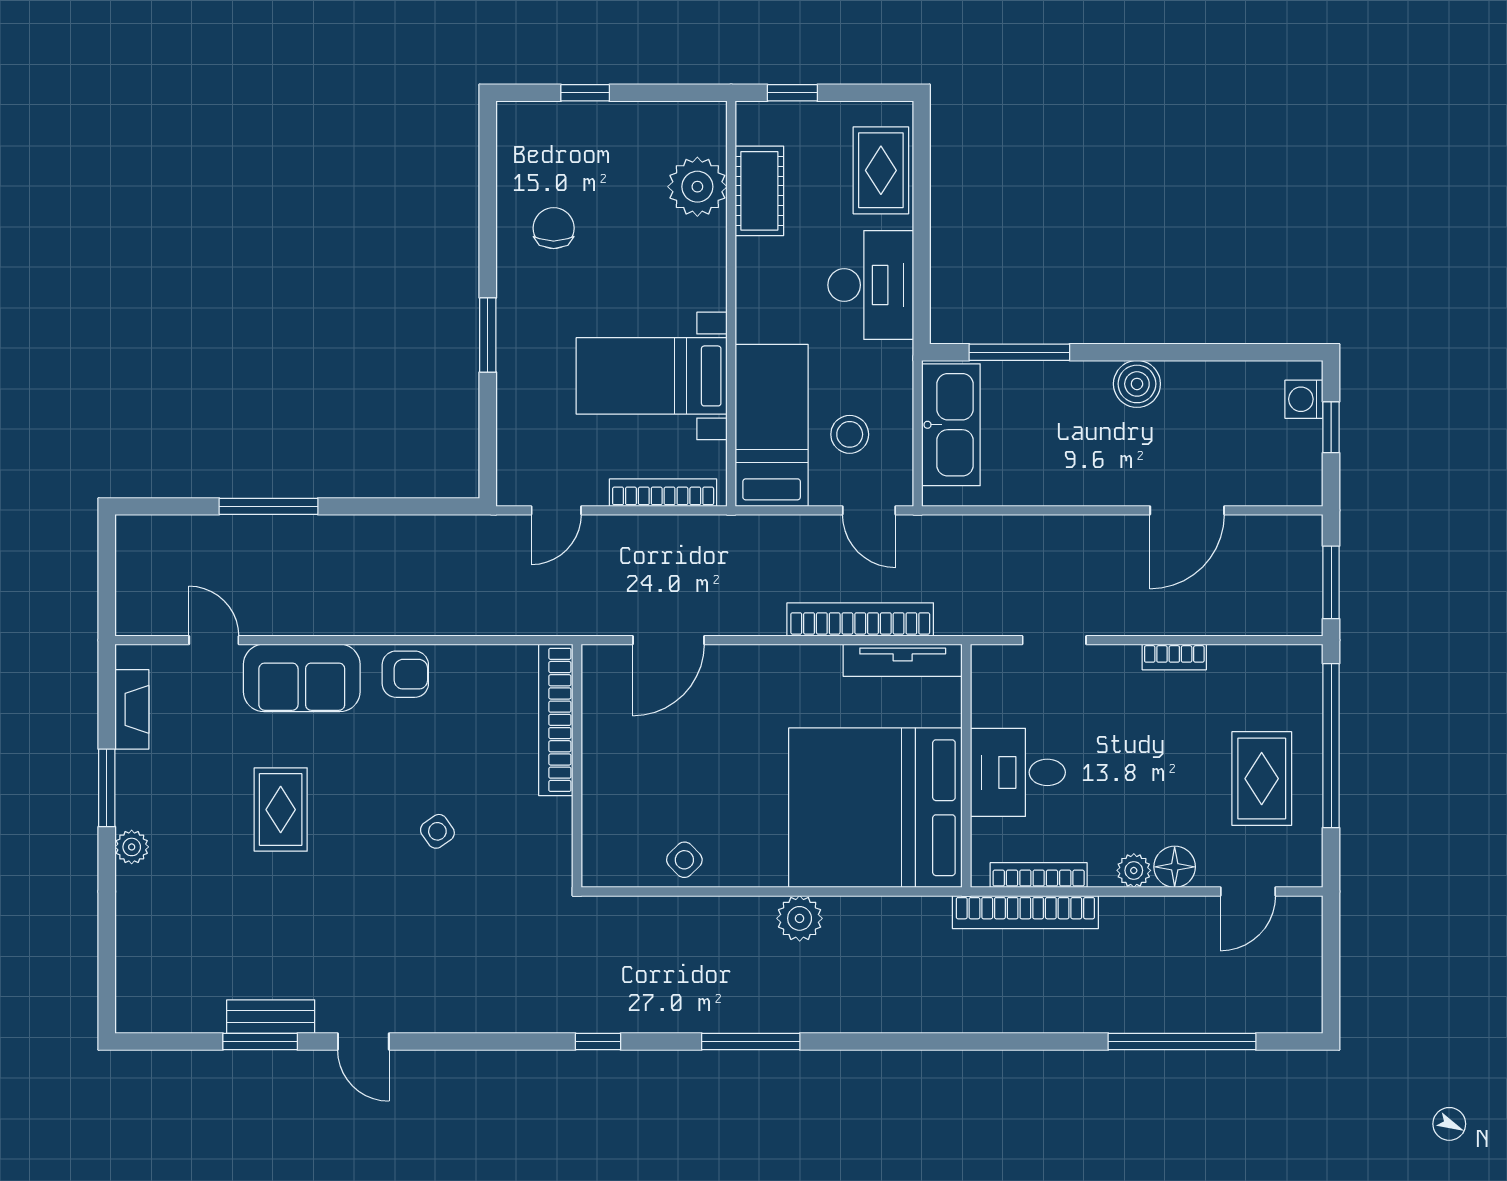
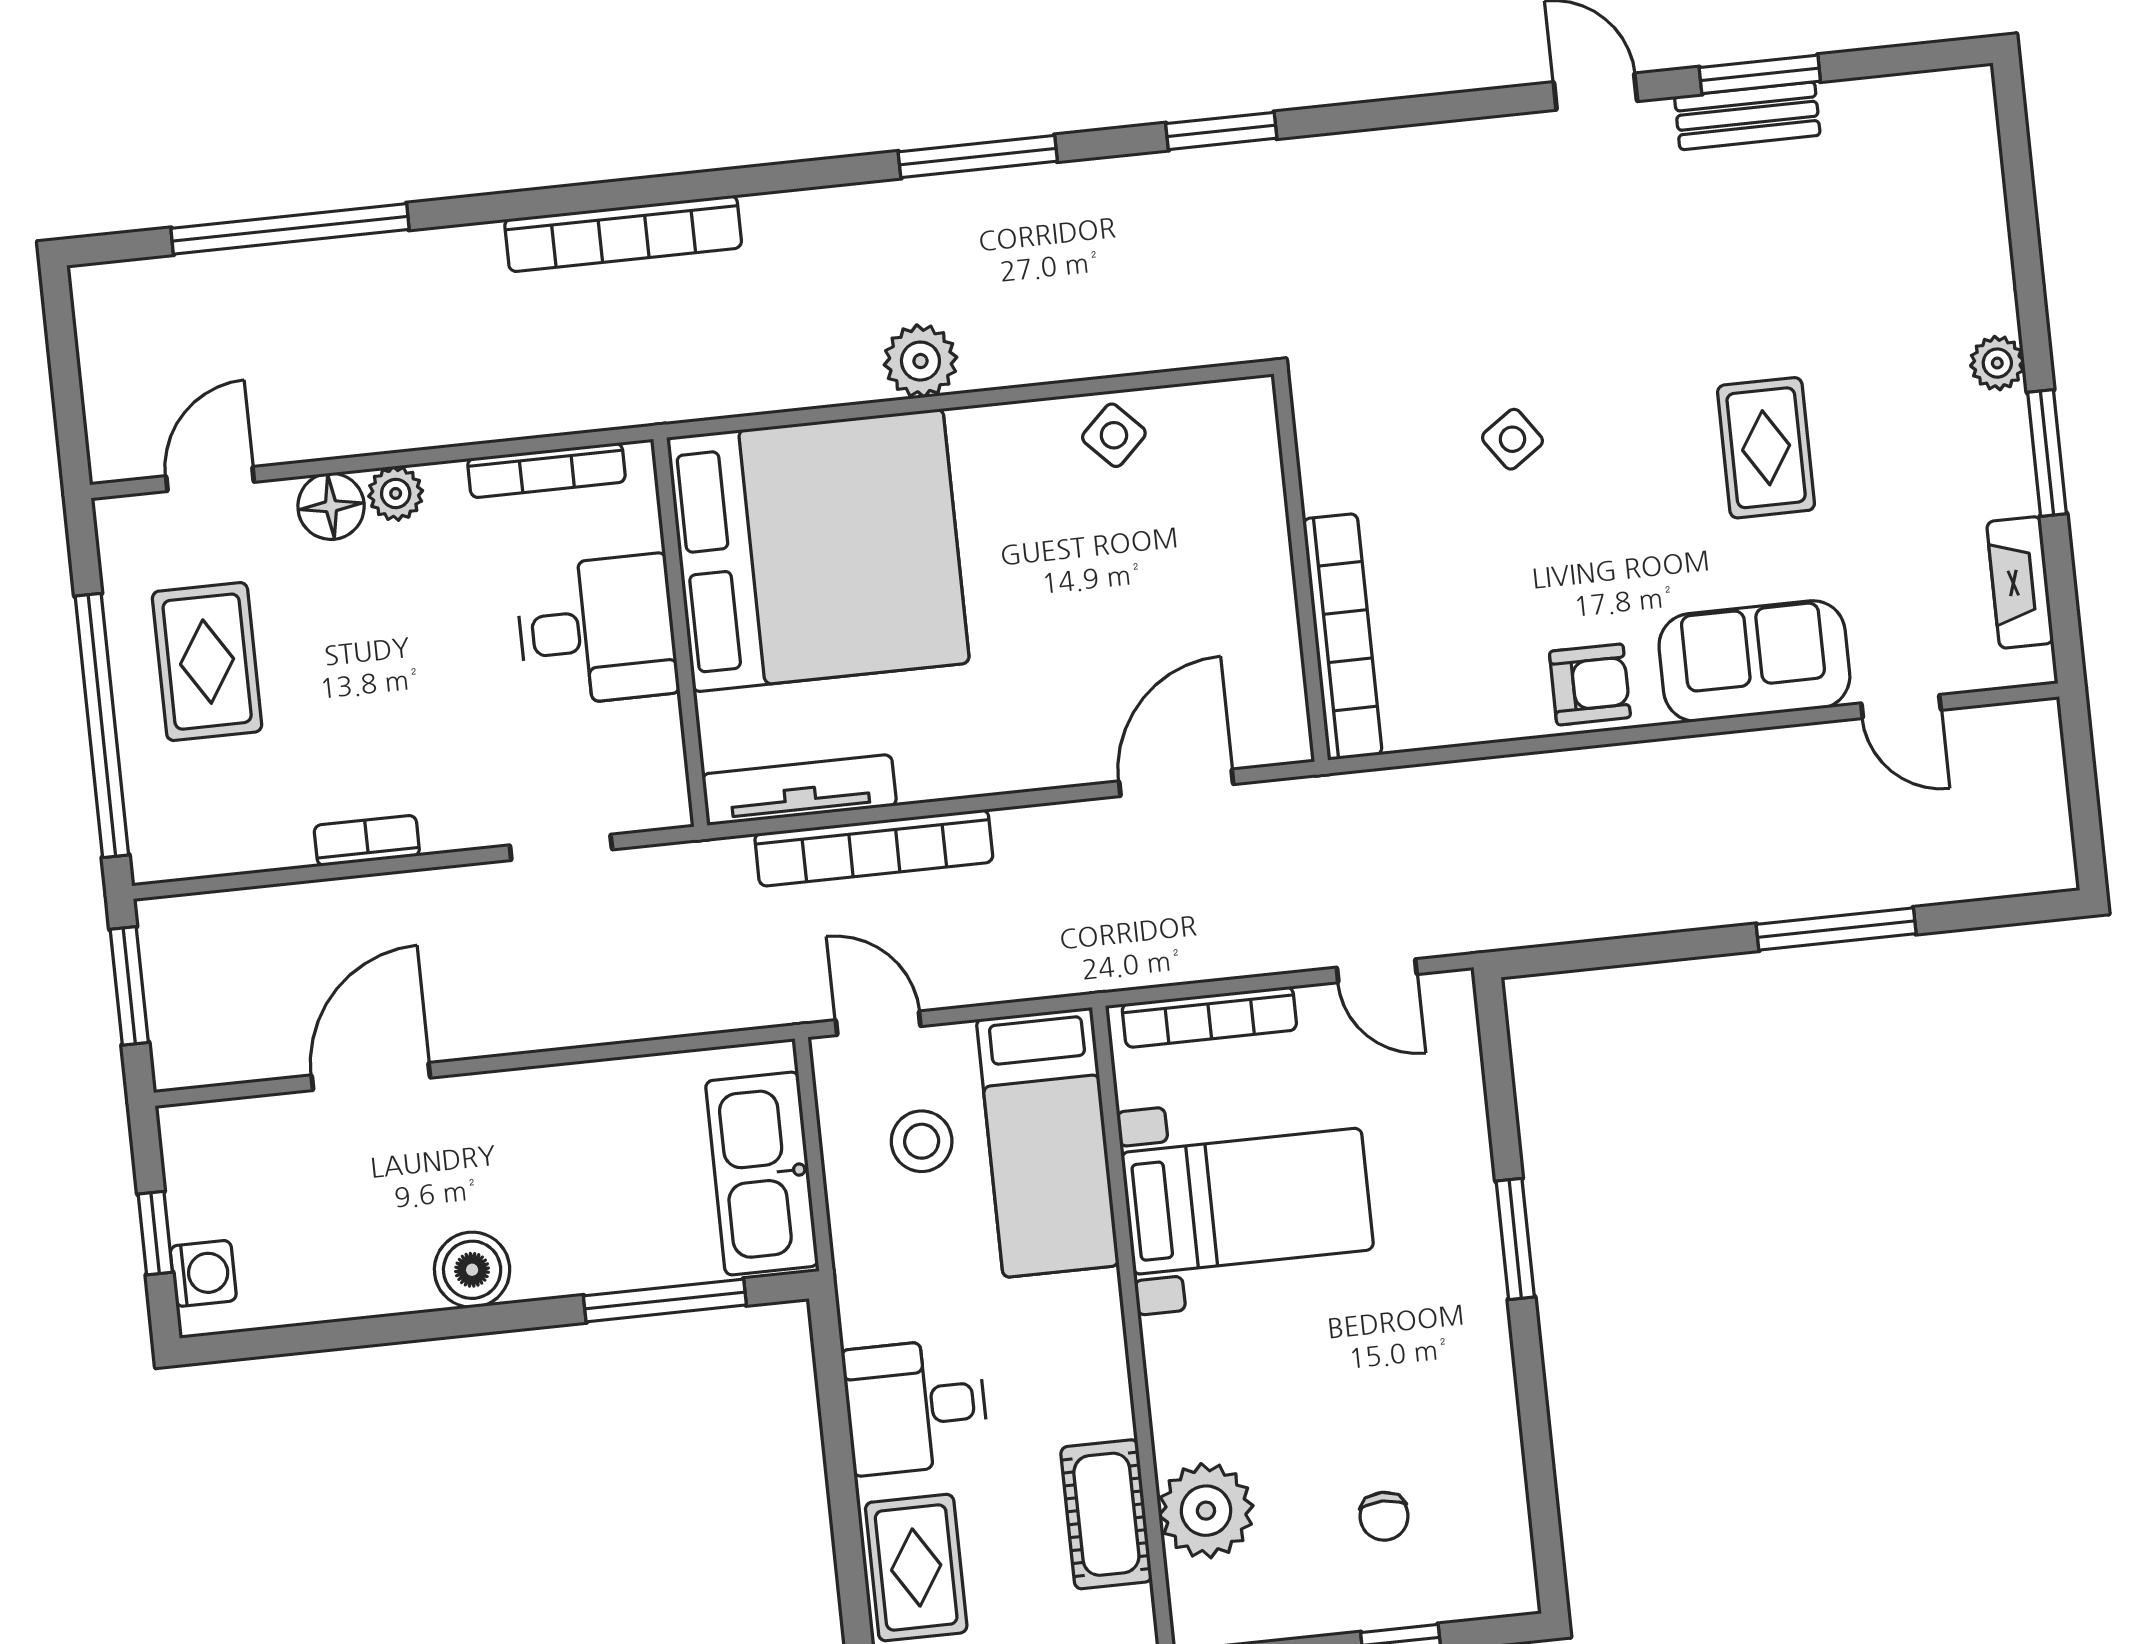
chair: (554, 228) -> (1384, 1516), moved, width x0.73, depth x0.73
desk: (871, 285) -> (916, 1406), width x0.73
door: (556, 510) -> (1377, 971), swing flipped
armchair: (405, 674) -> (1590, 684), turned 180
bookcase: (1025, 912) -> (623, 234), moved, turned 180
window: (598, 1042) -> (1221, 131), width x1.50

